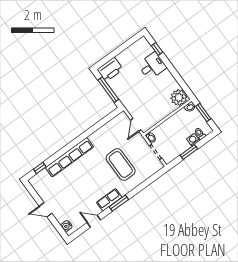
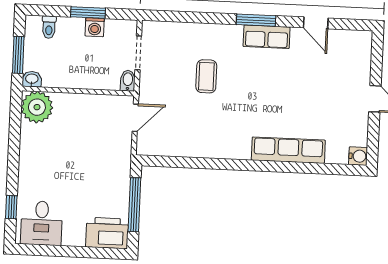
desk: (152, 66) -> (42, 223), moved, turned -90
washing machine: (193, 140) -> (95, 27), moved
row of seats: (69, 157) -> (288, 150), width x0.73
coffee table: (121, 164) -> (206, 76), width x0.54, depth x0.58
window: (40, 168) -> (333, 169), removed
water cooler: (66, 226) -> (358, 156), moved

